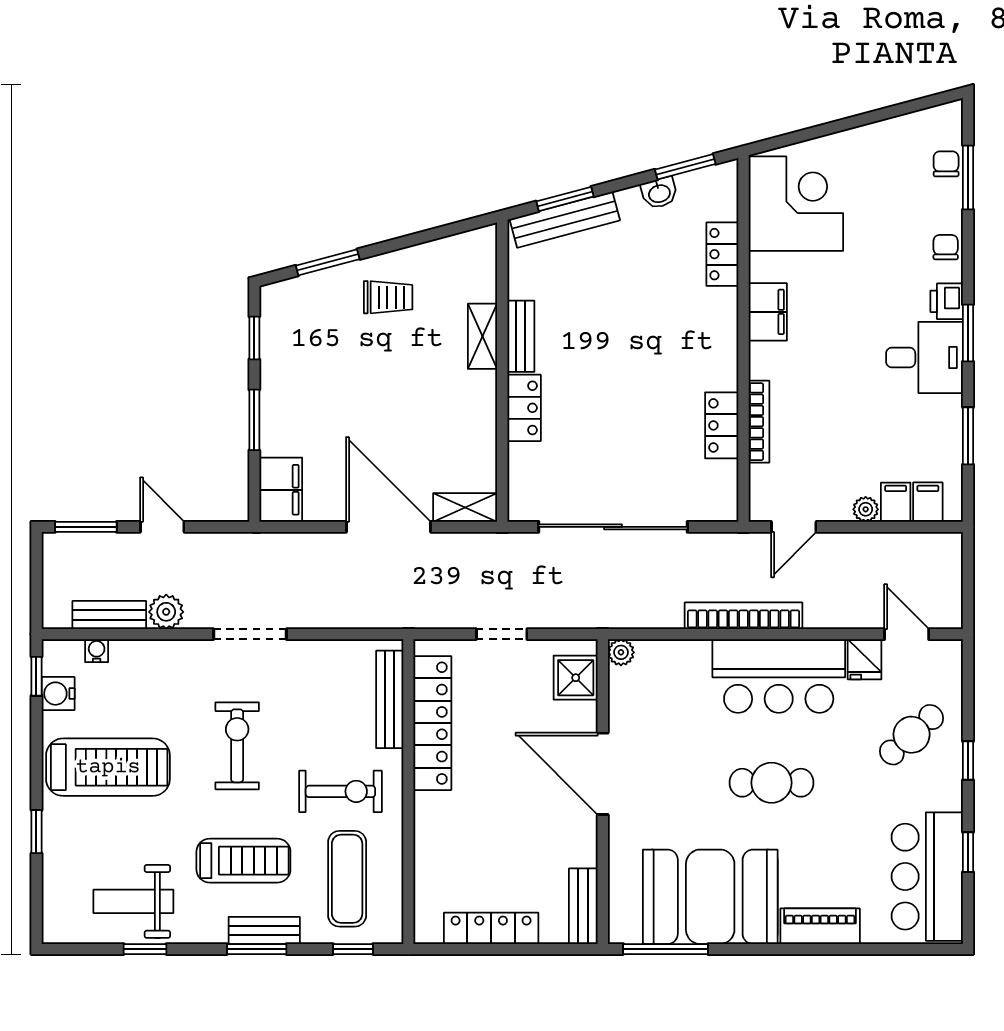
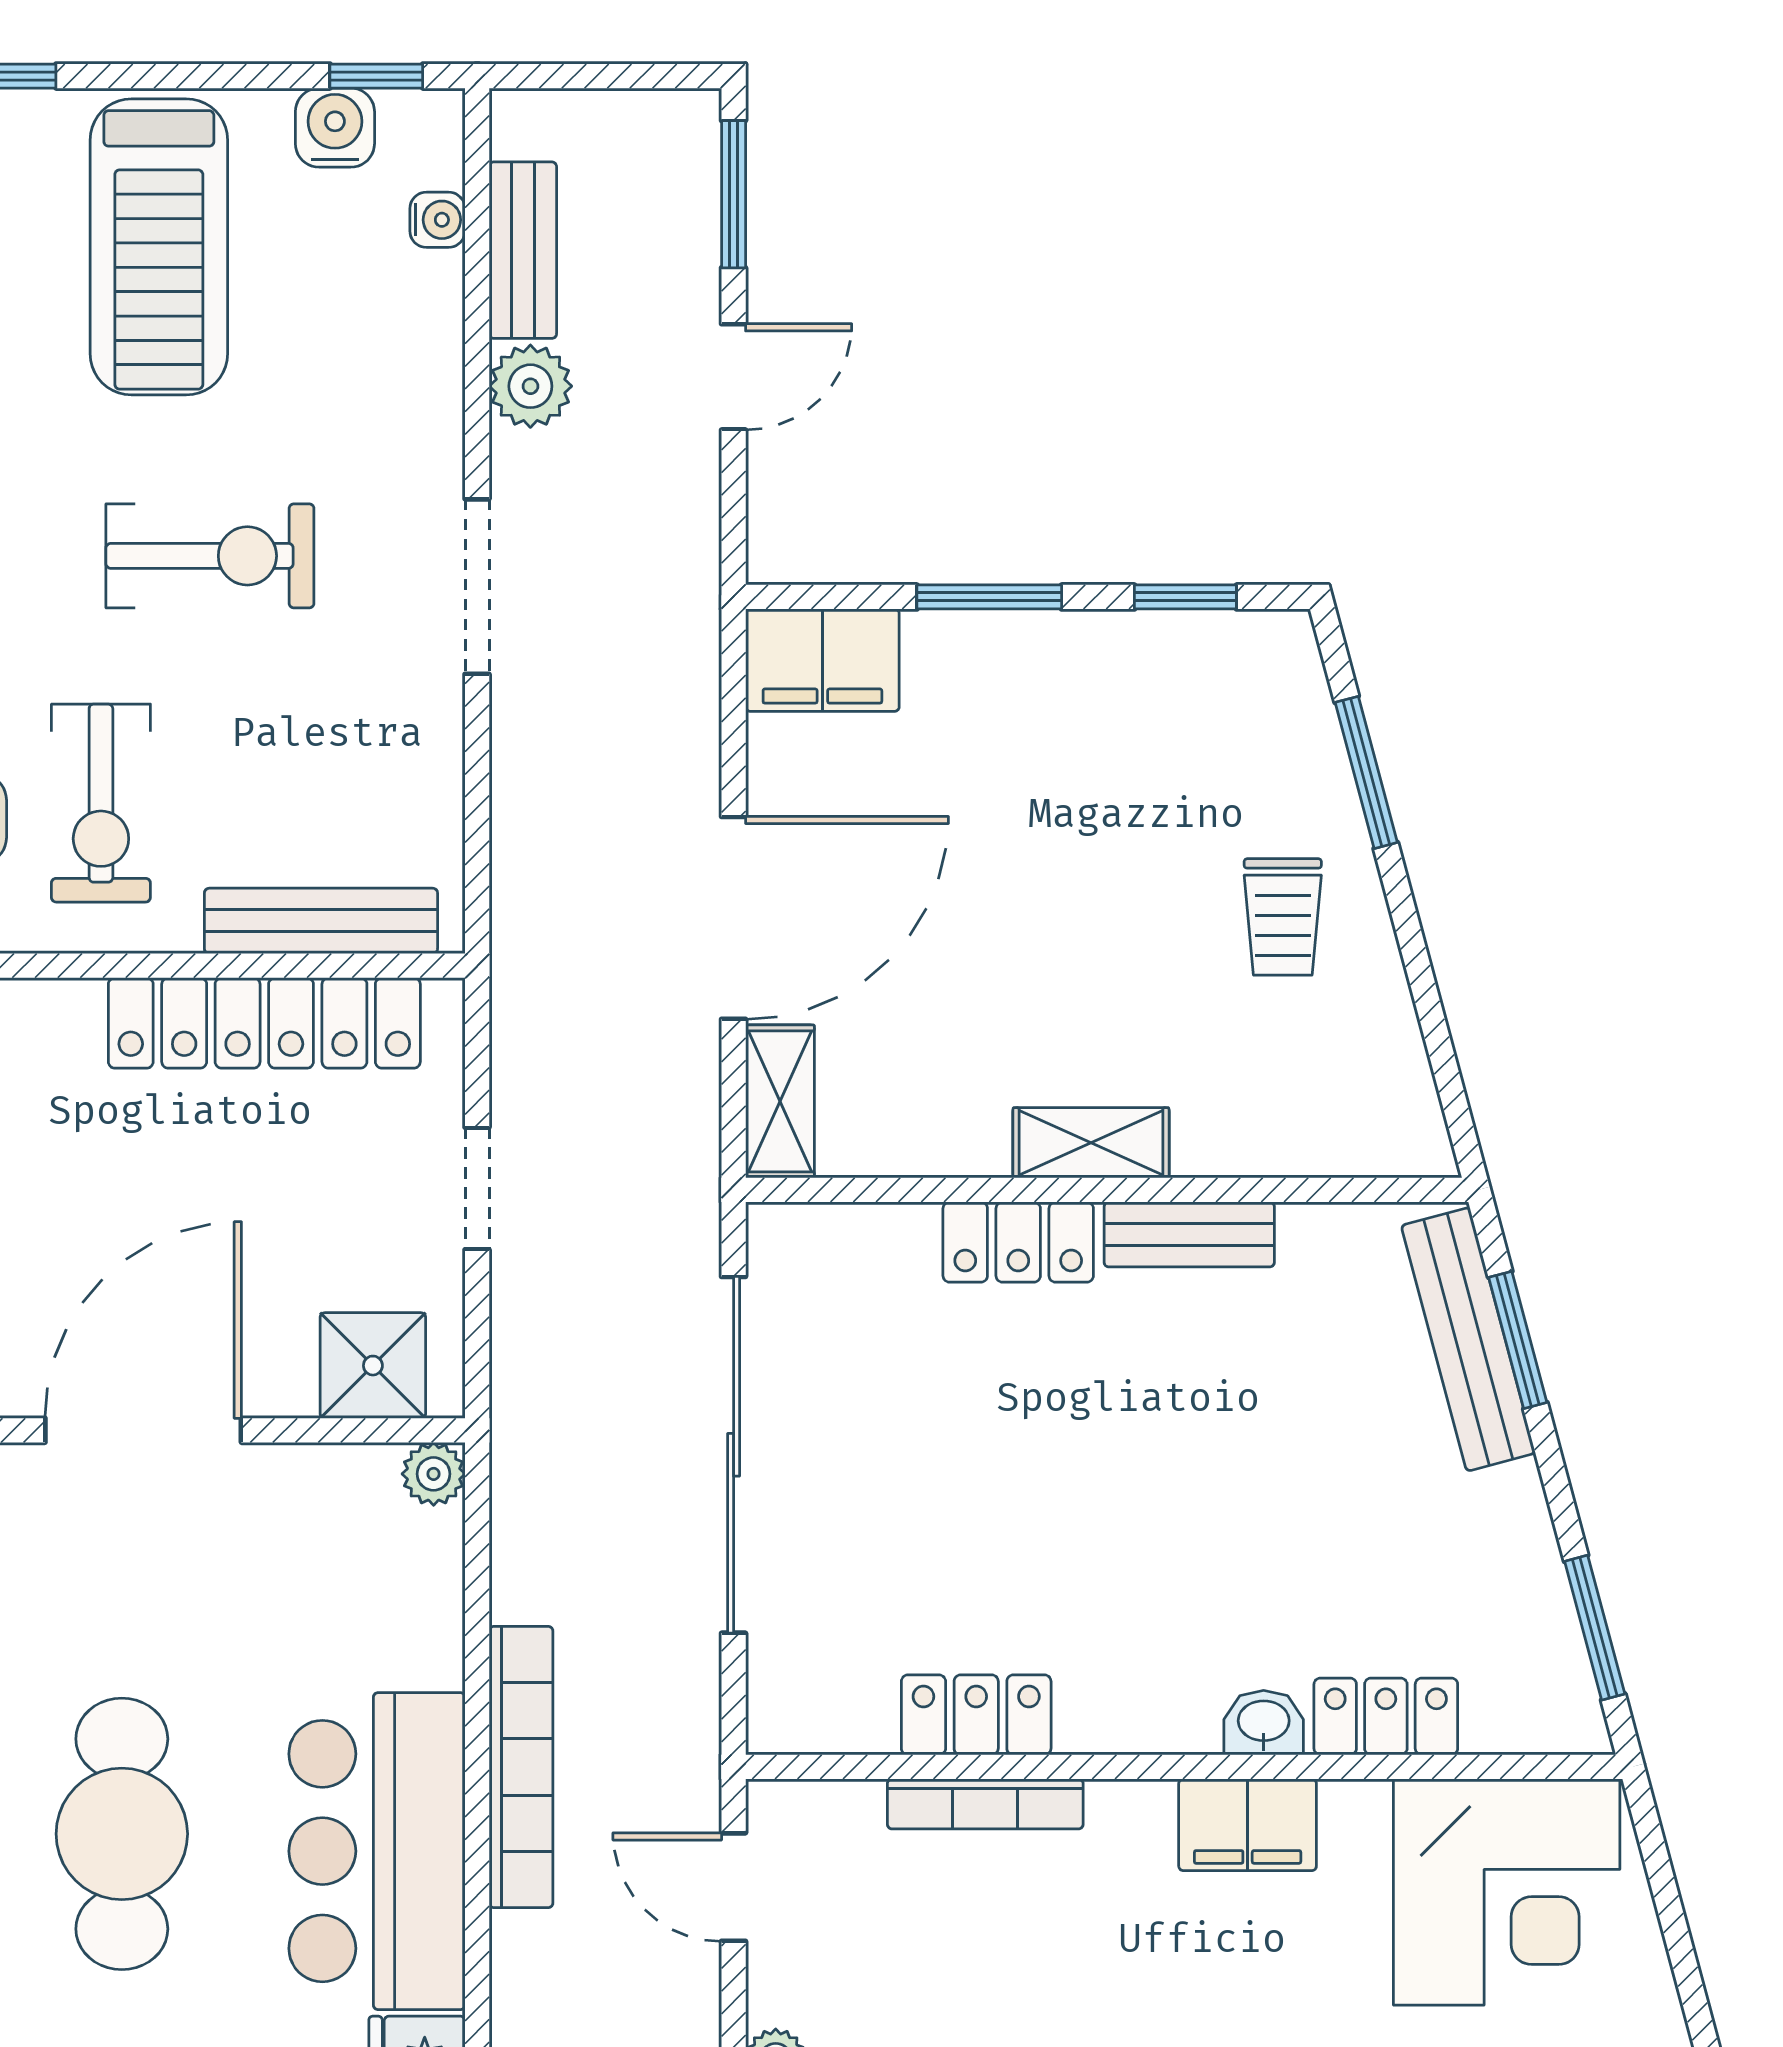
washbasin: (659, 193) -> (1264, 1723), moved, turned 105
shelving: (483, 336) -> (1091, 1143), moved
cafe table: (772, 783) -> (122, 1834), width x1.37, depth x1.35

